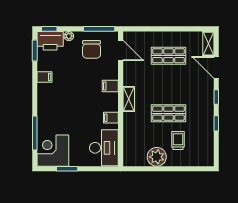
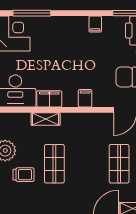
shelving: (129, 99) -> (46, 119), moved
filing cabinet: (111, 118) -> (49, 99), width x2.00

